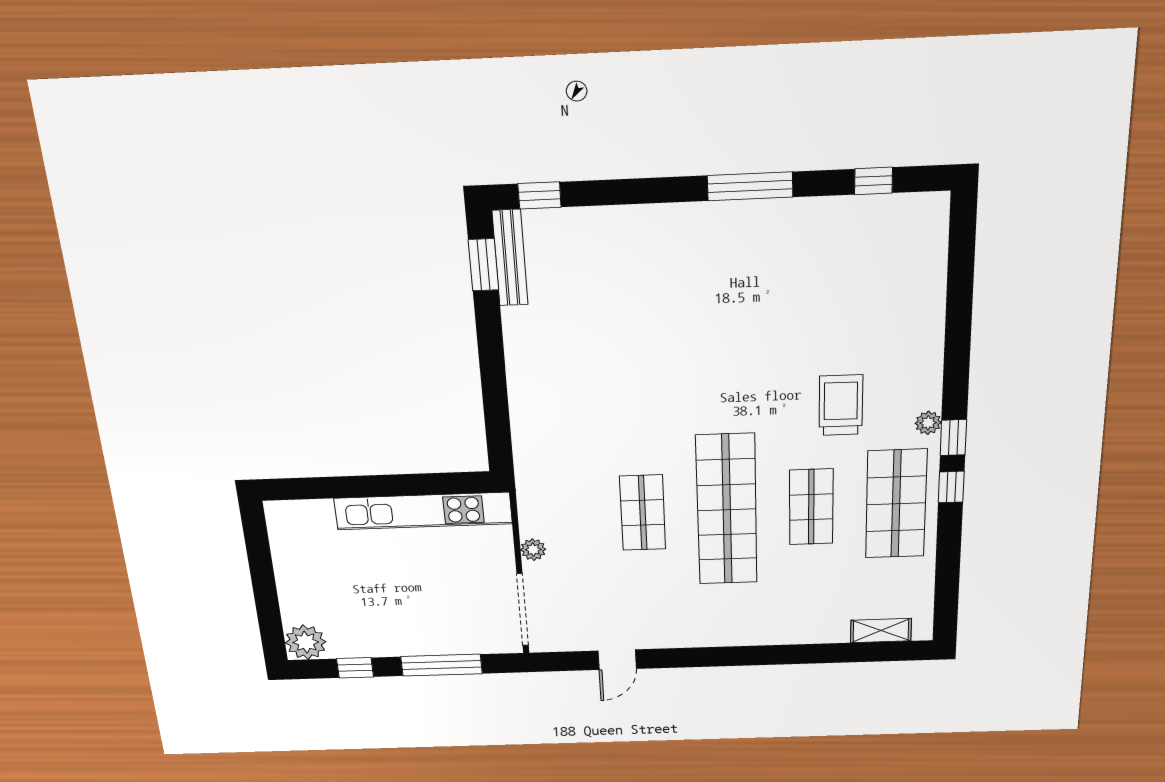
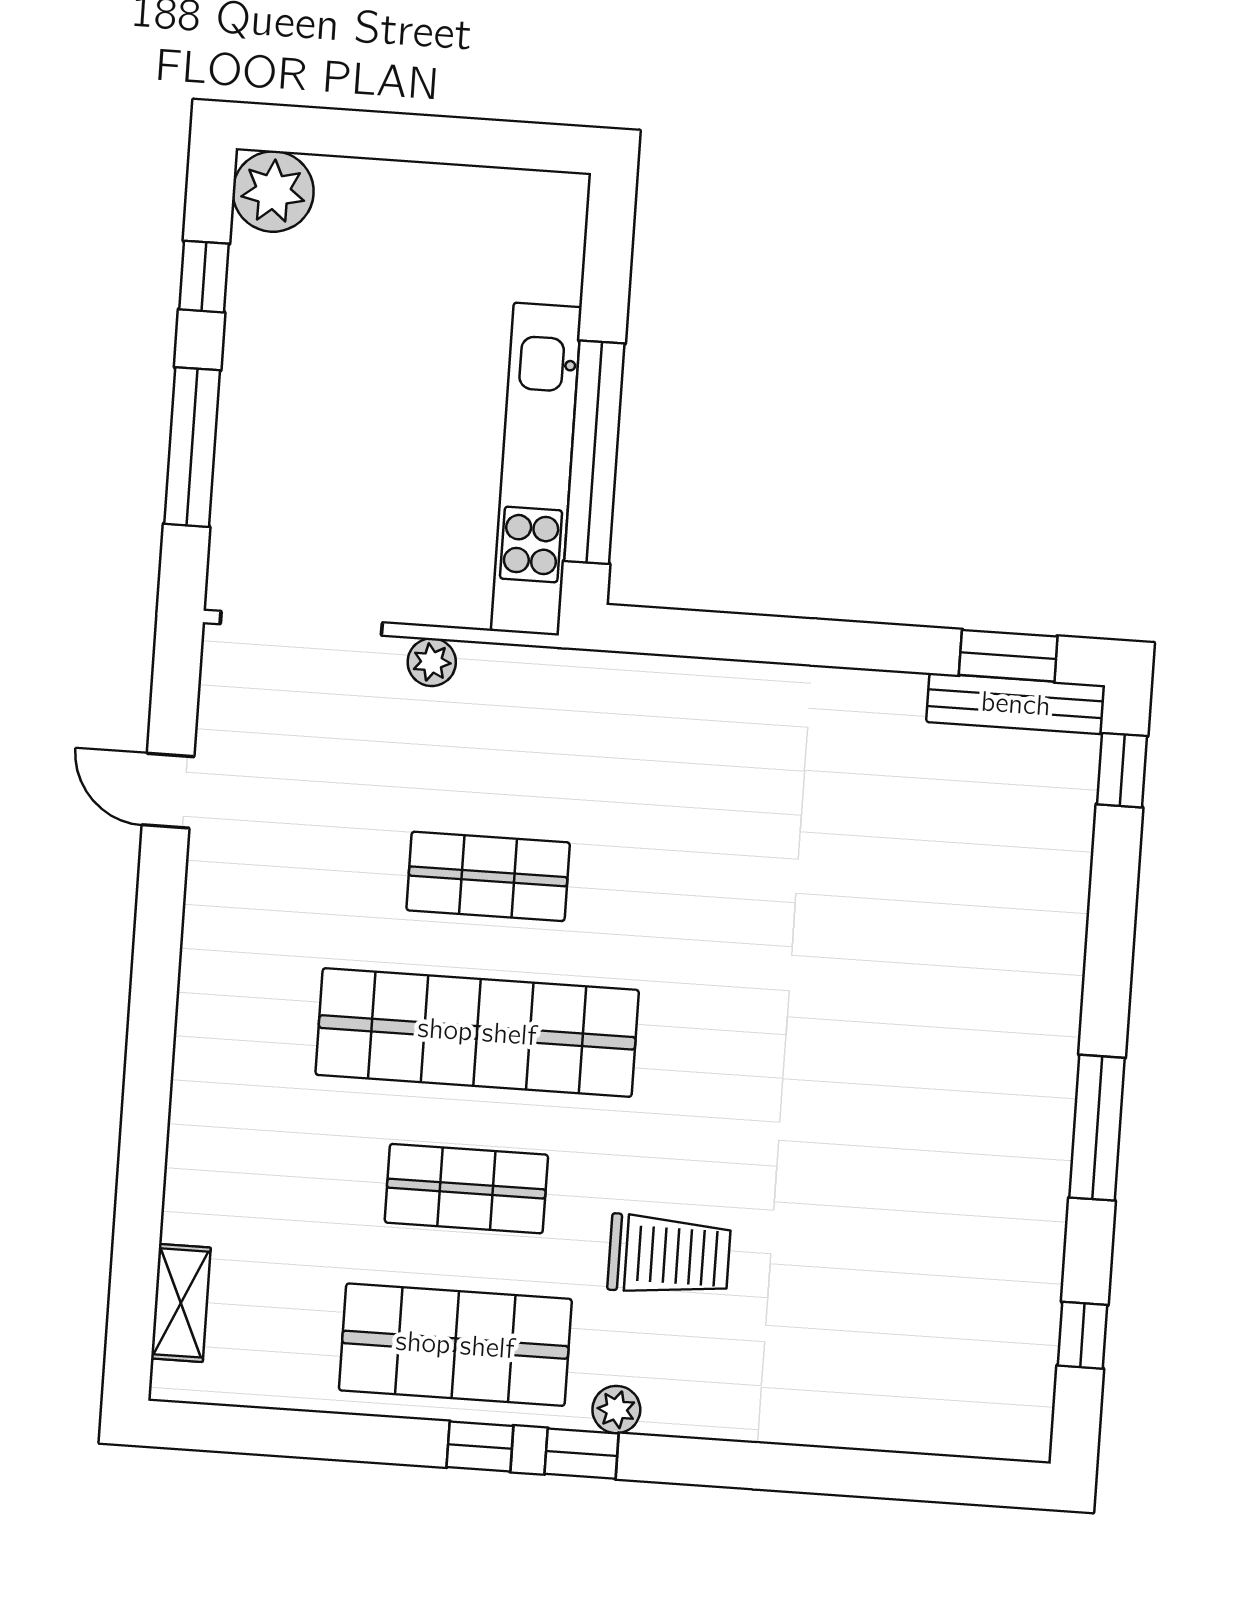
window: (409, 485) -> (594, 452), added

